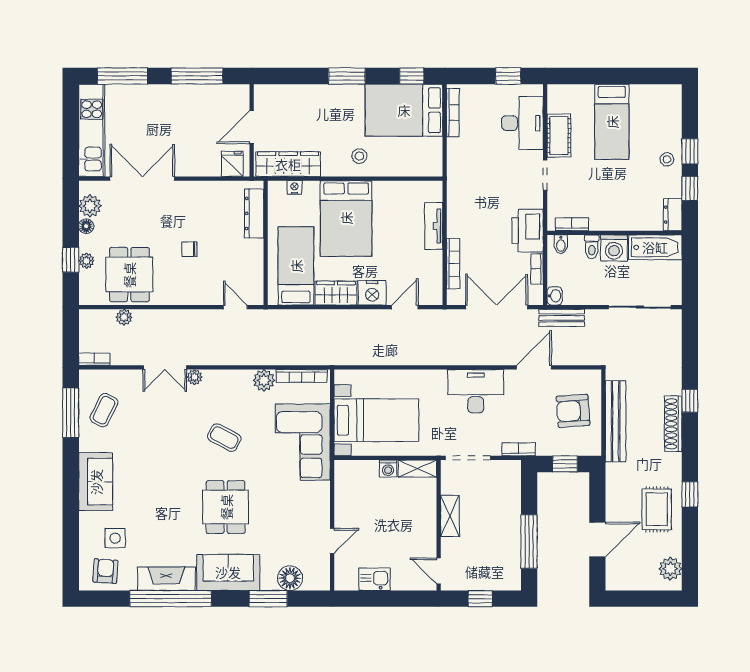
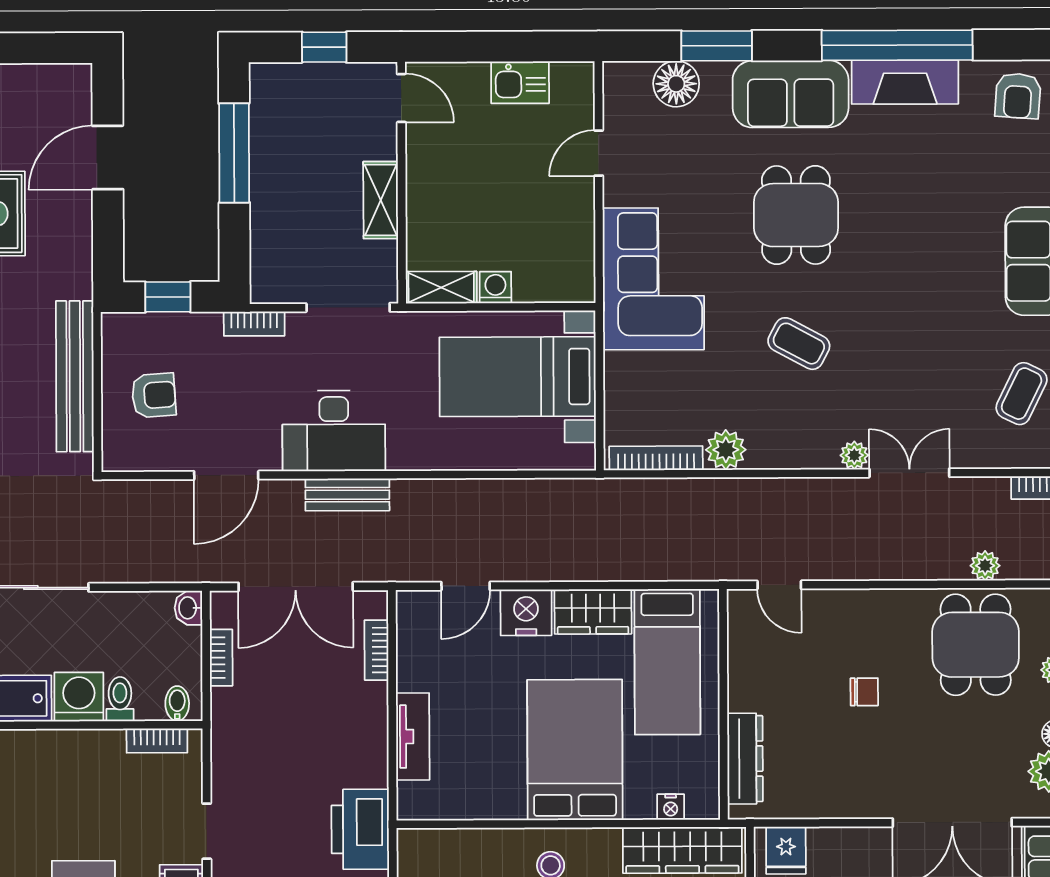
printer: (528, 231) -> (360, 829), moved, turned 180
bookcase: (453, 264) -> (376, 650), width x0.64
bench: (562, 318) -> (347, 495), moved
armchair: (573, 411) -> (154, 395), width x0.72, depth x0.72
corner sofa: (303, 442) -> (653, 279), moved
side table: (115, 538) -> (1000, 157), removed

